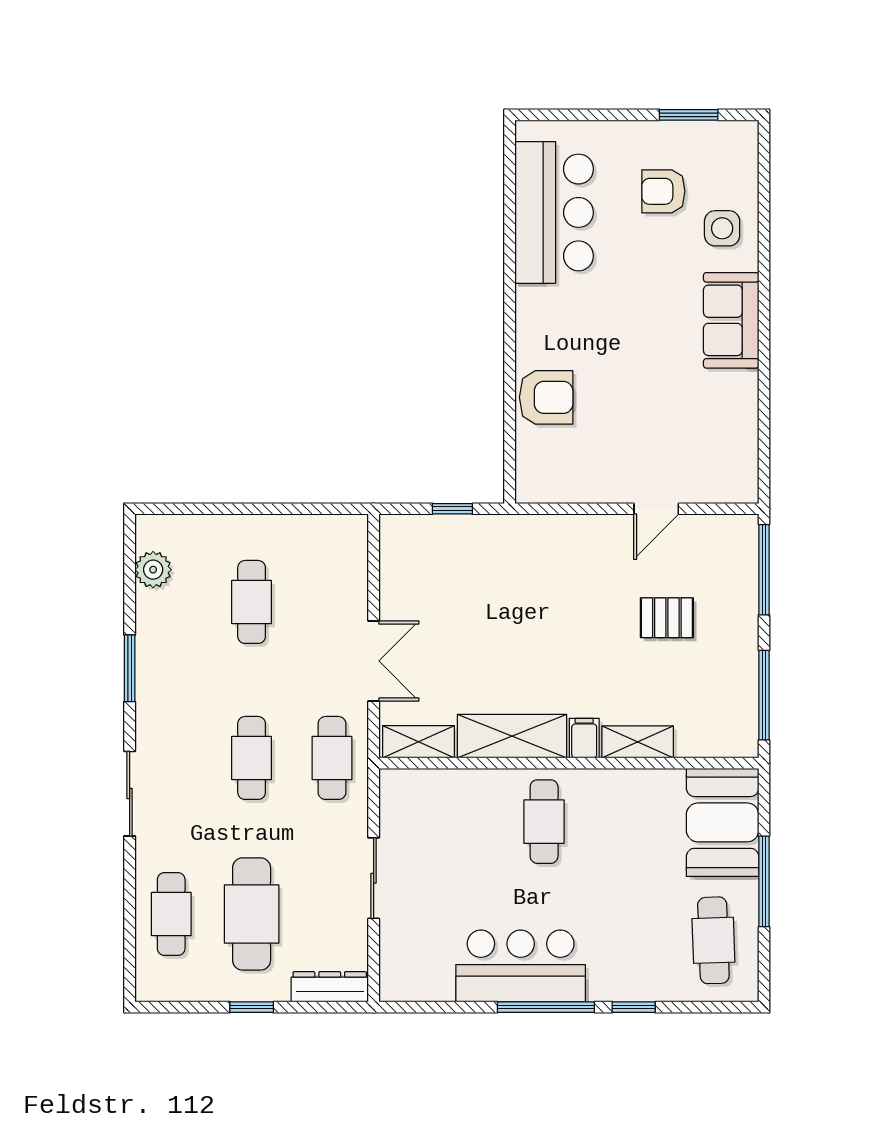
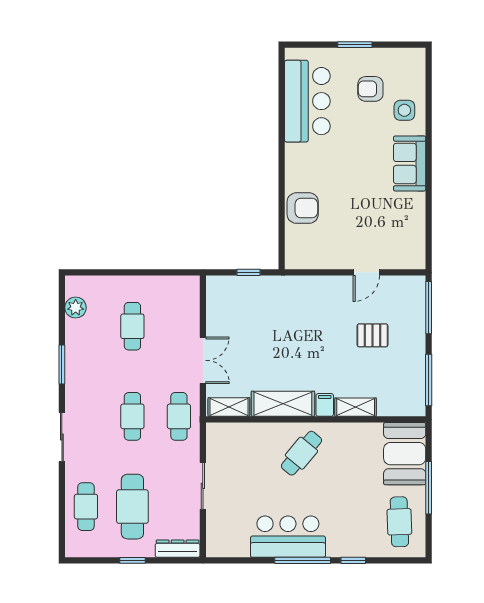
window: (689, 115) -> (355, 45), moved
cafe table: (544, 822) -> (301, 453), turned 40

